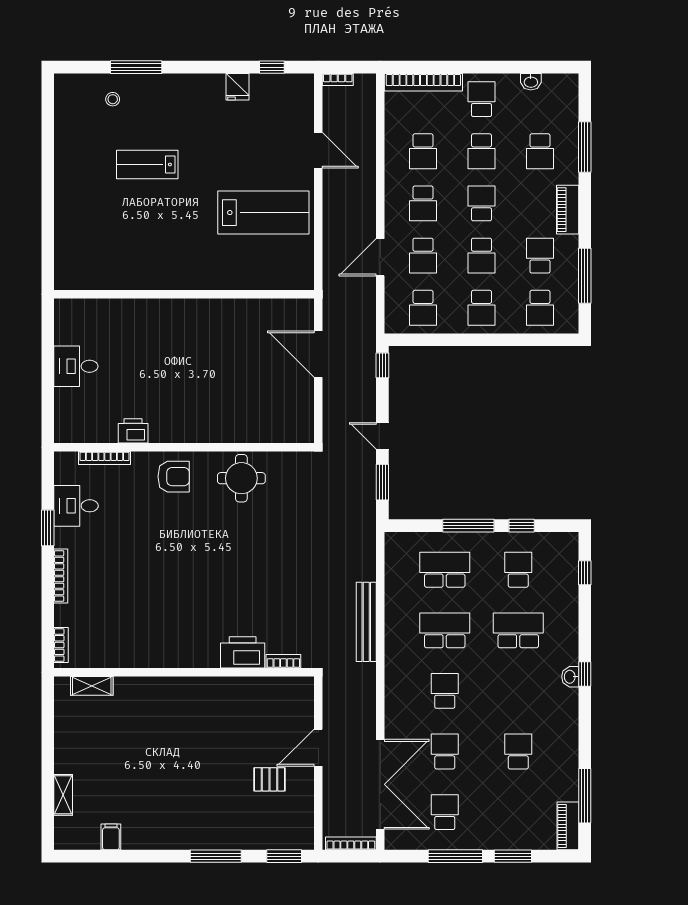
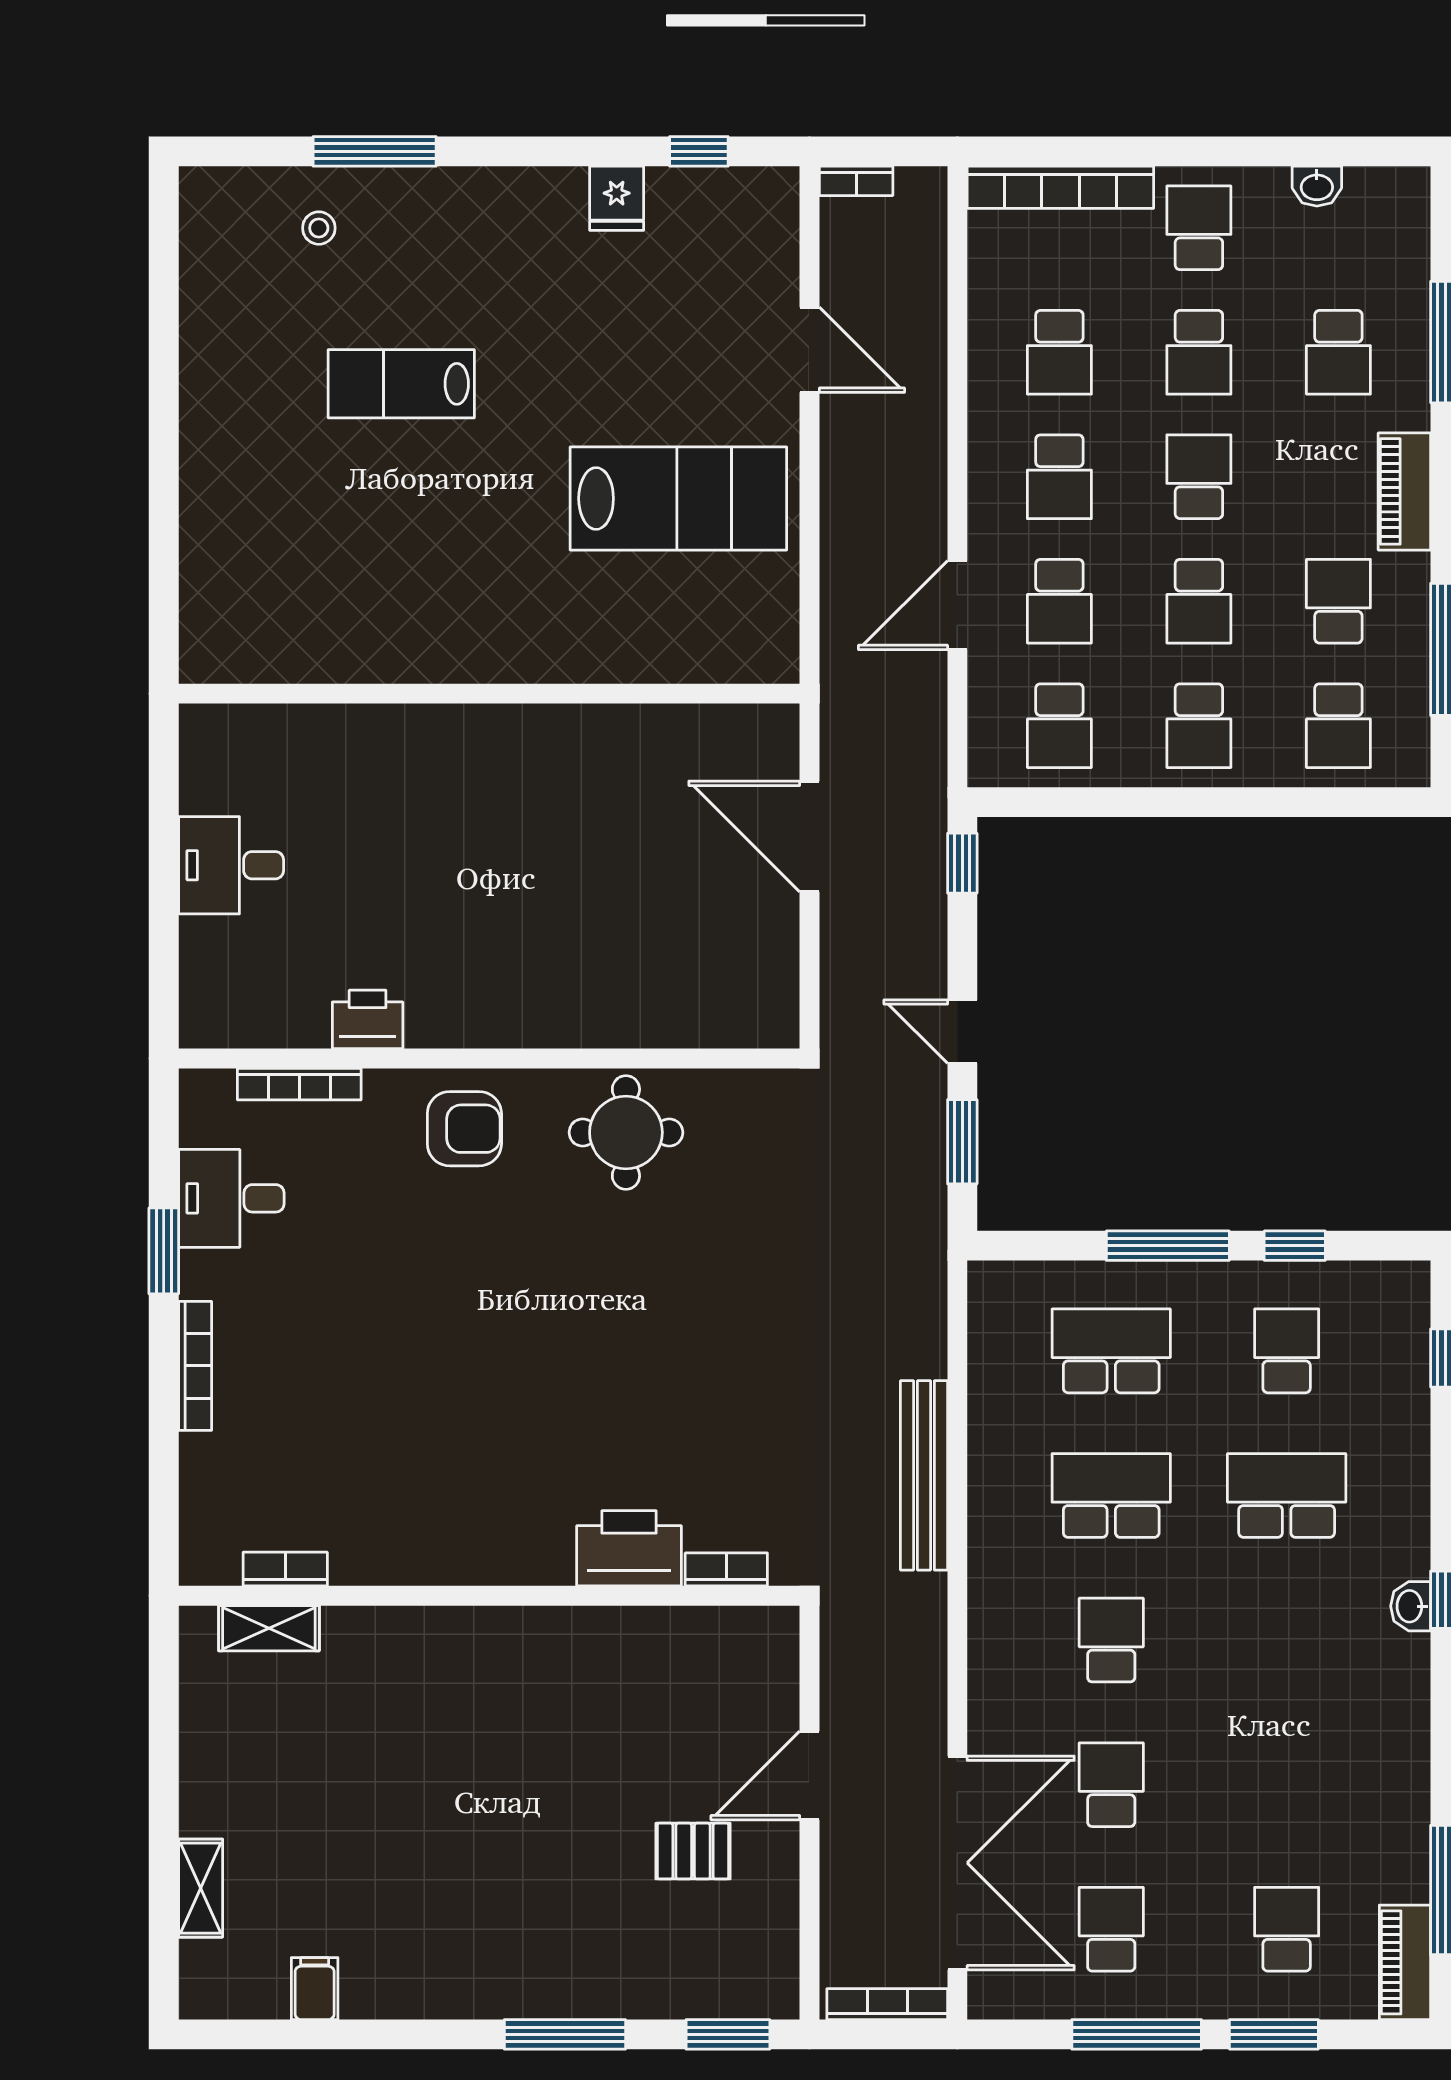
bookcase: (61, 645) -> (285, 1569), moved, turned -90
school desk: (518, 751) -> (1287, 1929), moved

